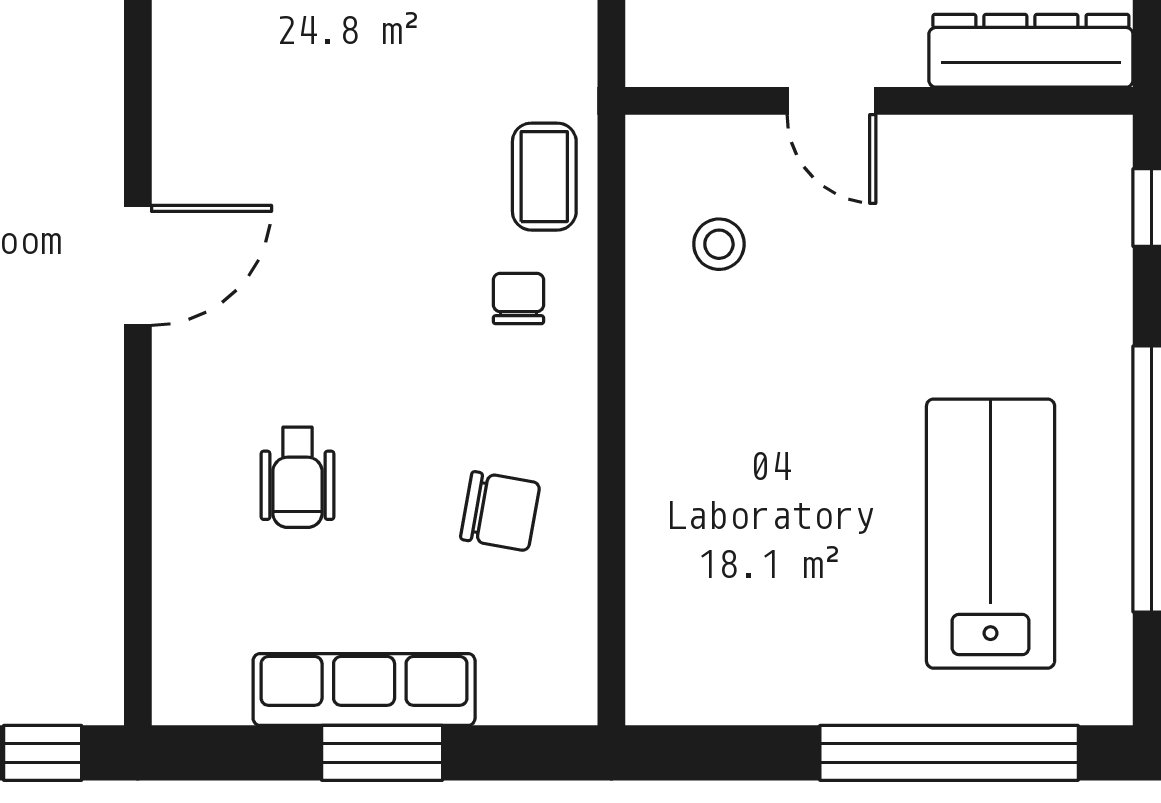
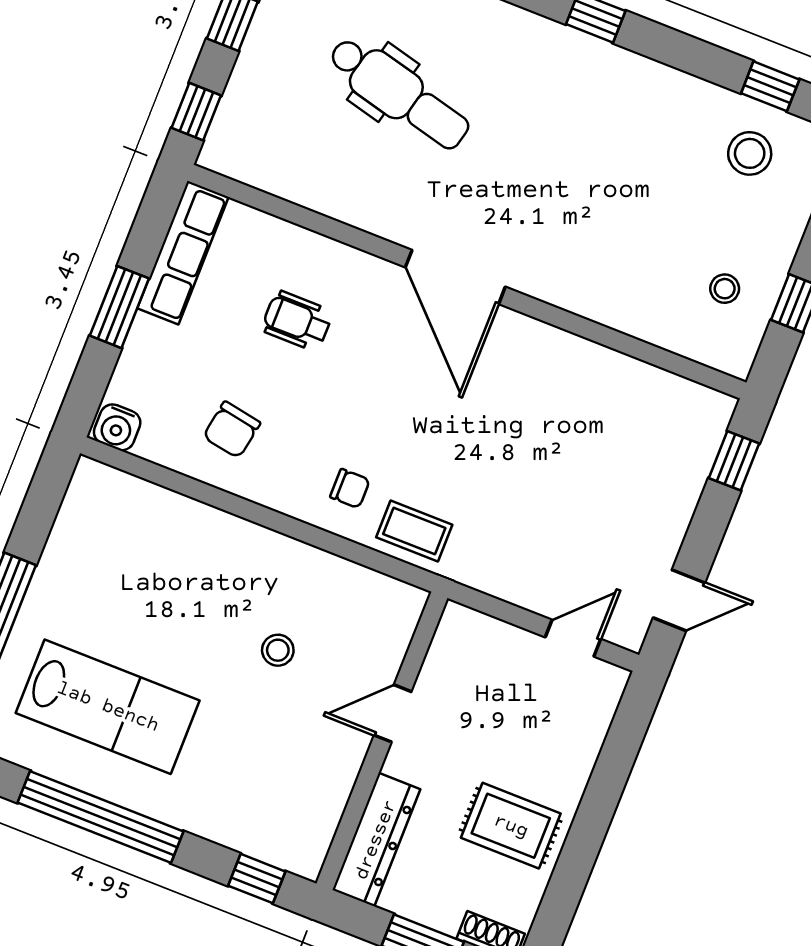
stool: (719, 244) -> (278, 650), moved
door: (138, 265) -> (455, 277), width x1.36
water cooler: (564, 685) -> (117, 427), added
row of seats: (364, 690) -> (183, 253), moved

